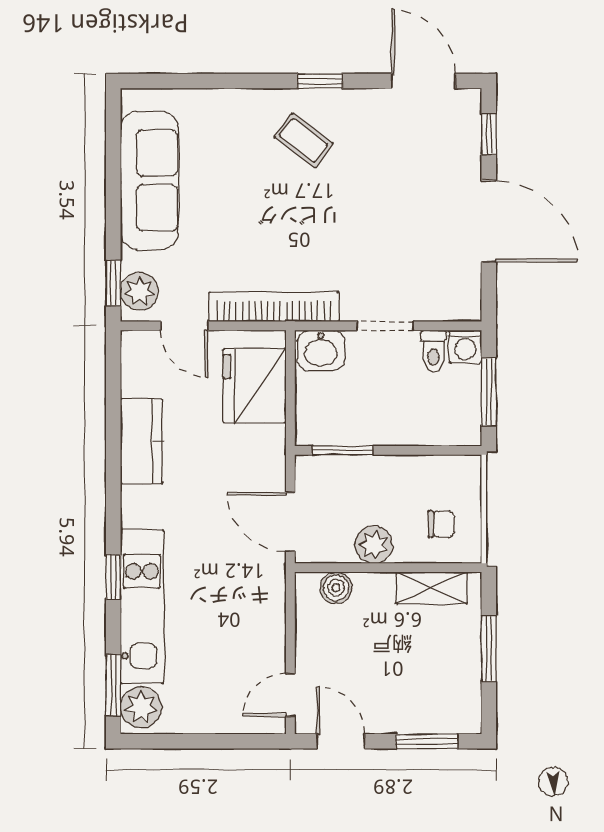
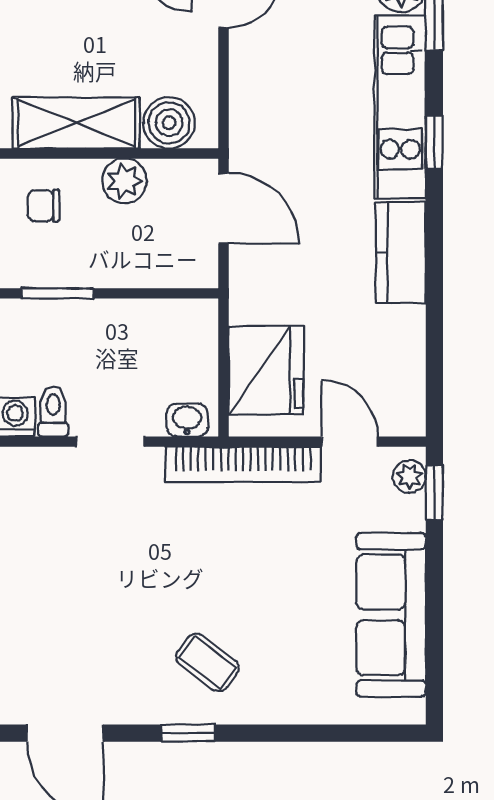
plant: (139, 291) -> (409, 476), width x0.73, depth x0.73
washbasin: (321, 350) -> (187, 420), width x0.72, depth x0.69
kitchen counter: (142, 441) -> (401, 253), moved
window: (342, 450) -> (58, 293), moved
boiler: (336, 588) -> (169, 123), width x1.36, depth x1.36
shelving: (432, 588) -> (76, 123), width x1.50, depth x1.33

